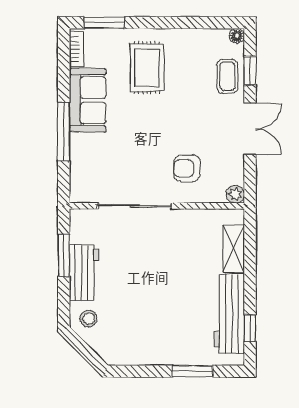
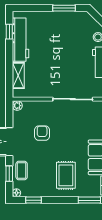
window: (206, 23) -> (34, 200), added
armchair: (187, 168) -> (42, 133), moved, turned -90
window: (193, 371) -> (64, 8), moved

